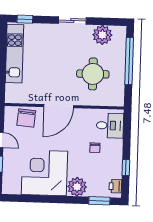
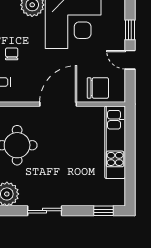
kitchen unit: (14, 54) -> (115, 142), moved
chair: (26, 118) -> (98, 88), turned 85

